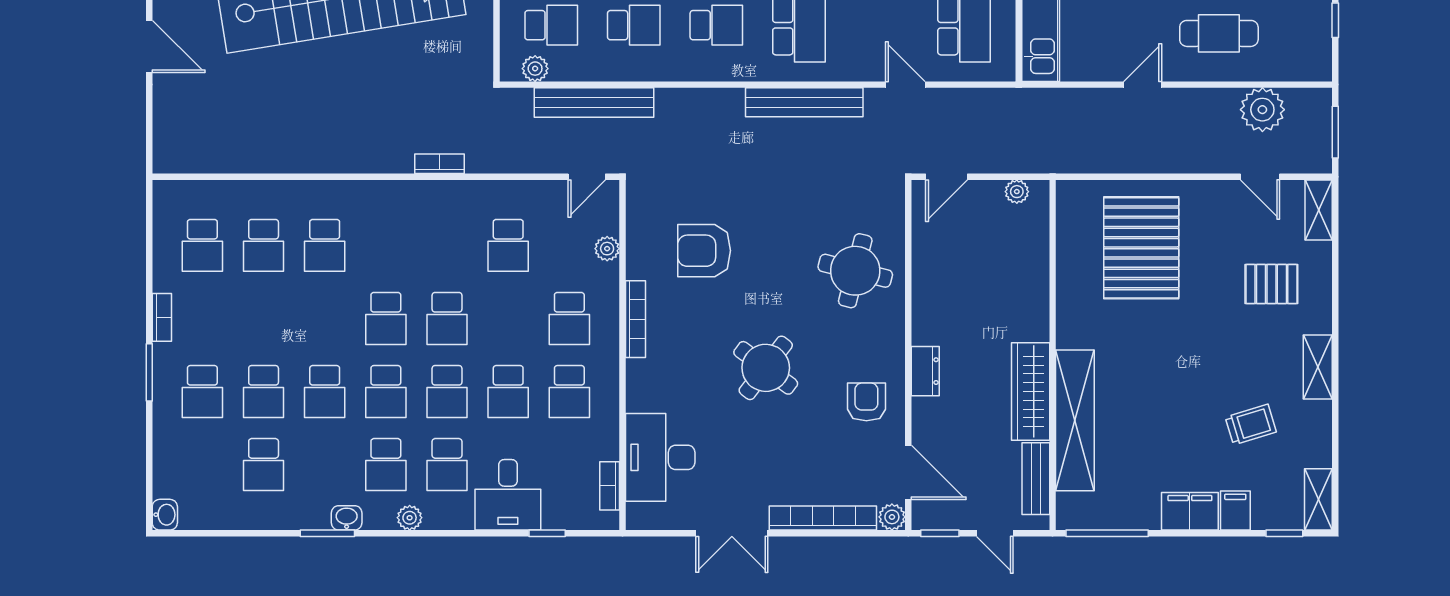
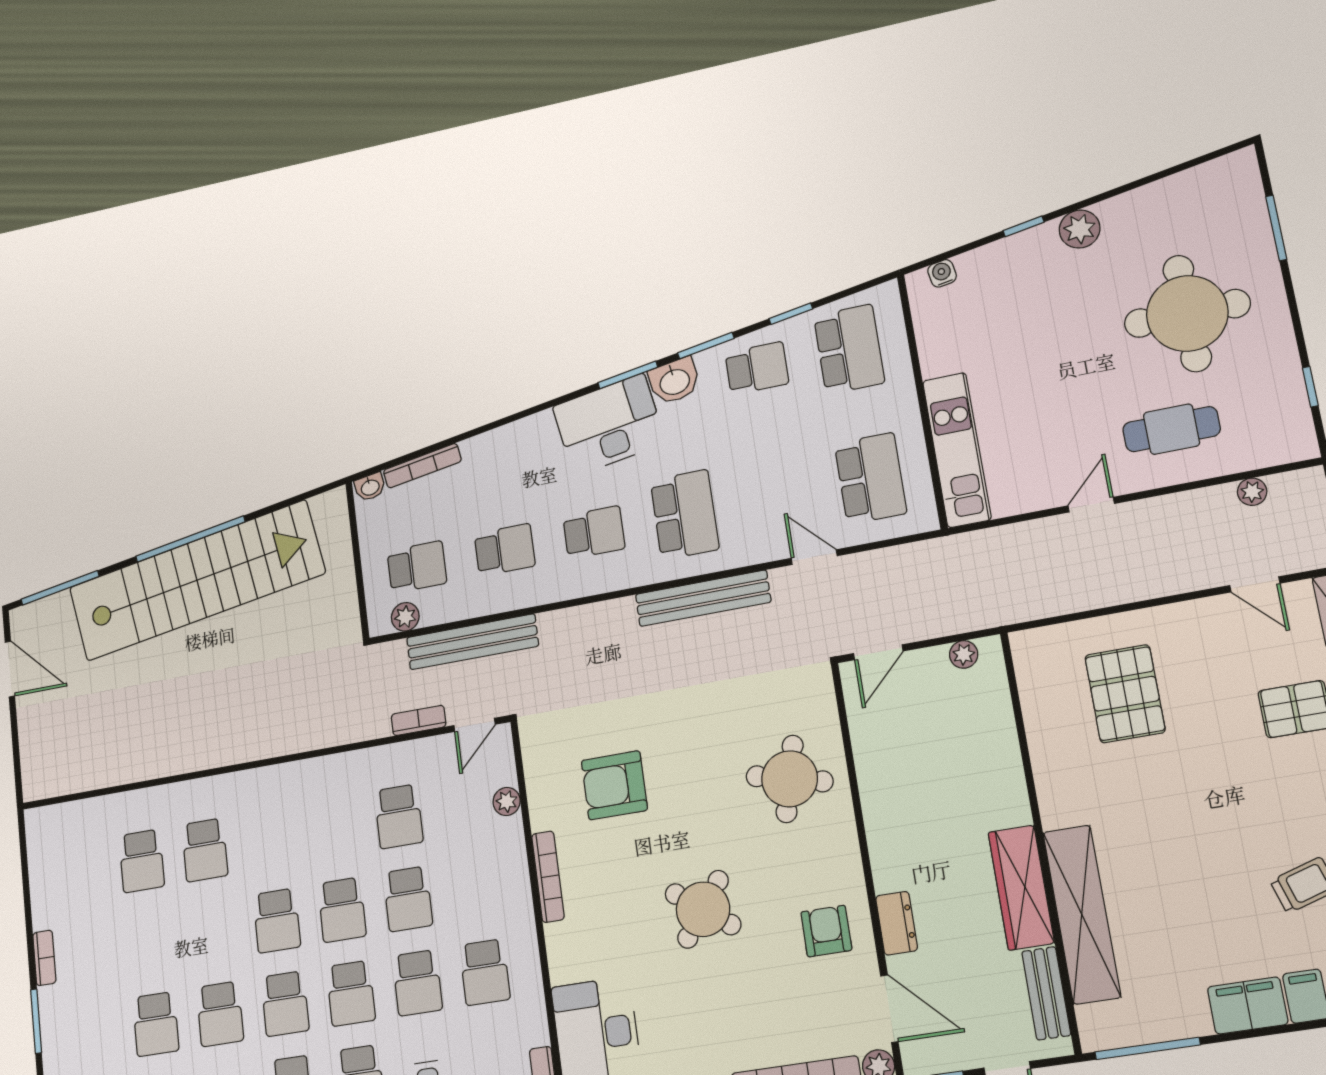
plant: (1262, 110) -> (1252, 492), width x0.53, depth x0.53
bookcase: (440, 164) -> (419, 720), moved
school desk: (202, 245) -> (79, 872), removed
pallet: (1141, 248) -> (1125, 694), width x0.73, depth x0.71
school desk: (569, 318) -> (408, 899), moved
dresser: (925, 371) -> (897, 923), moved
school desk: (202, 392) -> (92, 1034), removed

